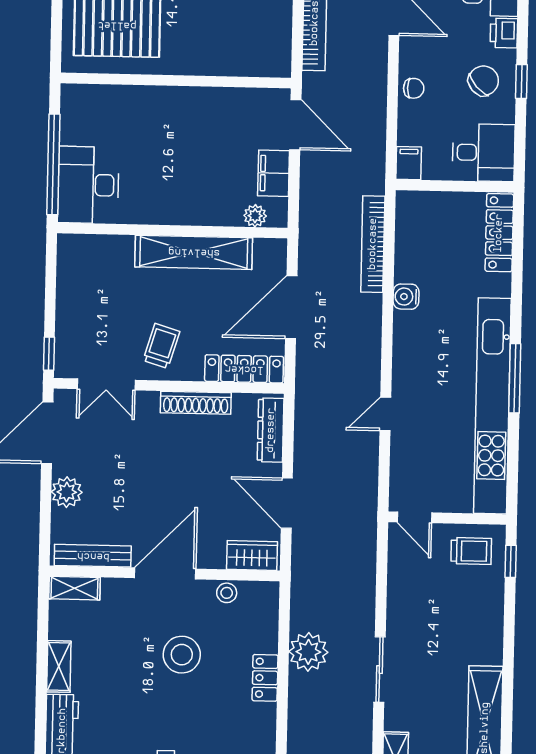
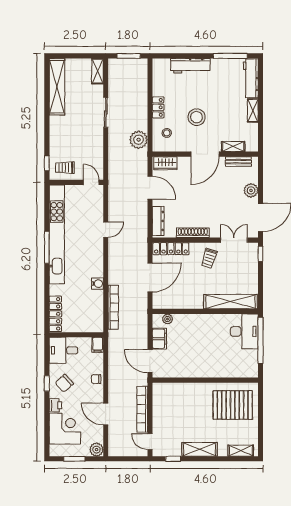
shelving: (194, 252) -> (230, 302), moved
bench: (93, 556) -> (238, 162), width x0.73
shelving: (74, 588) -> (233, 147), moved
stool: (227, 593) -> (167, 133), moved
plant: (308, 652) -> (139, 140), moved

